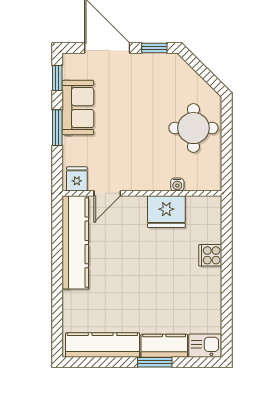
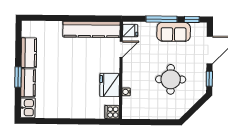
window: (57, 128) -> (162, 19), width x1.44
round table: (193, 128) -> (171, 79), moved
door: (107, 193) -> (121, 49), swing flipped
cooker: (210, 255) -> (112, 112), moved, turned -90
kitchen counter: (102, 345) -> (29, 53), width x0.67

